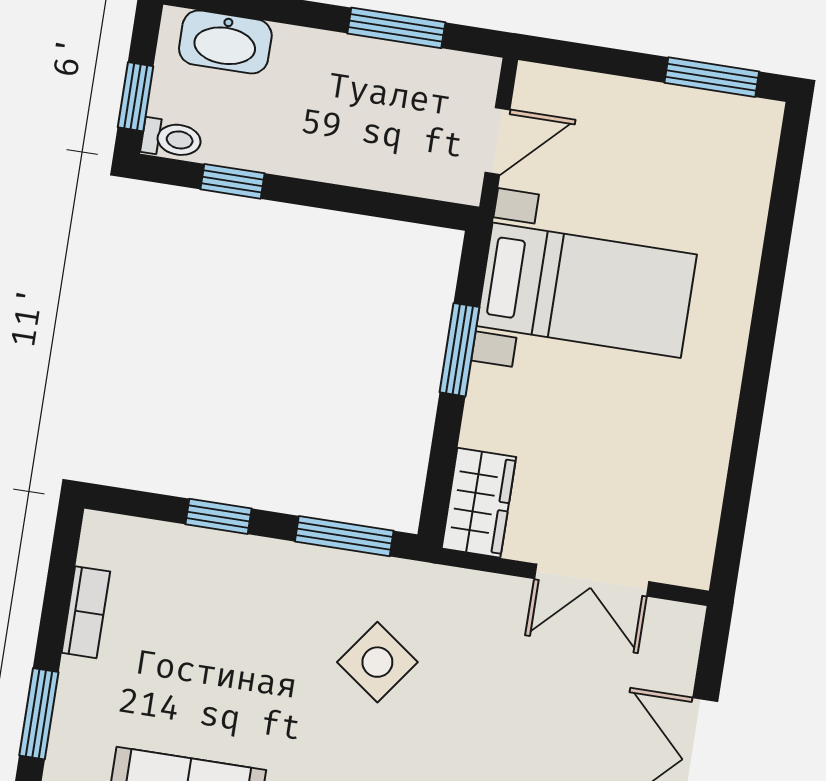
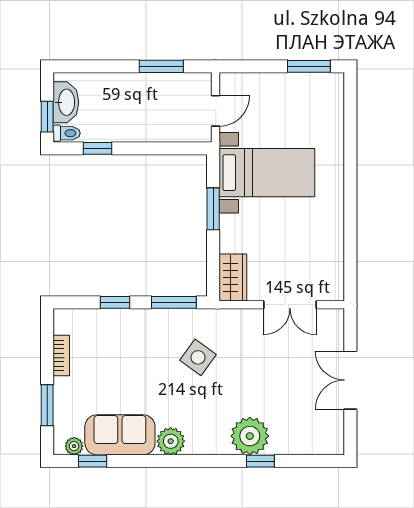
washbasin: (225, 42) -> (66, 102), moved, turned -90

